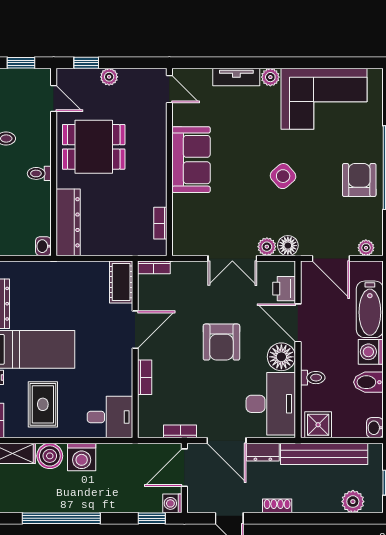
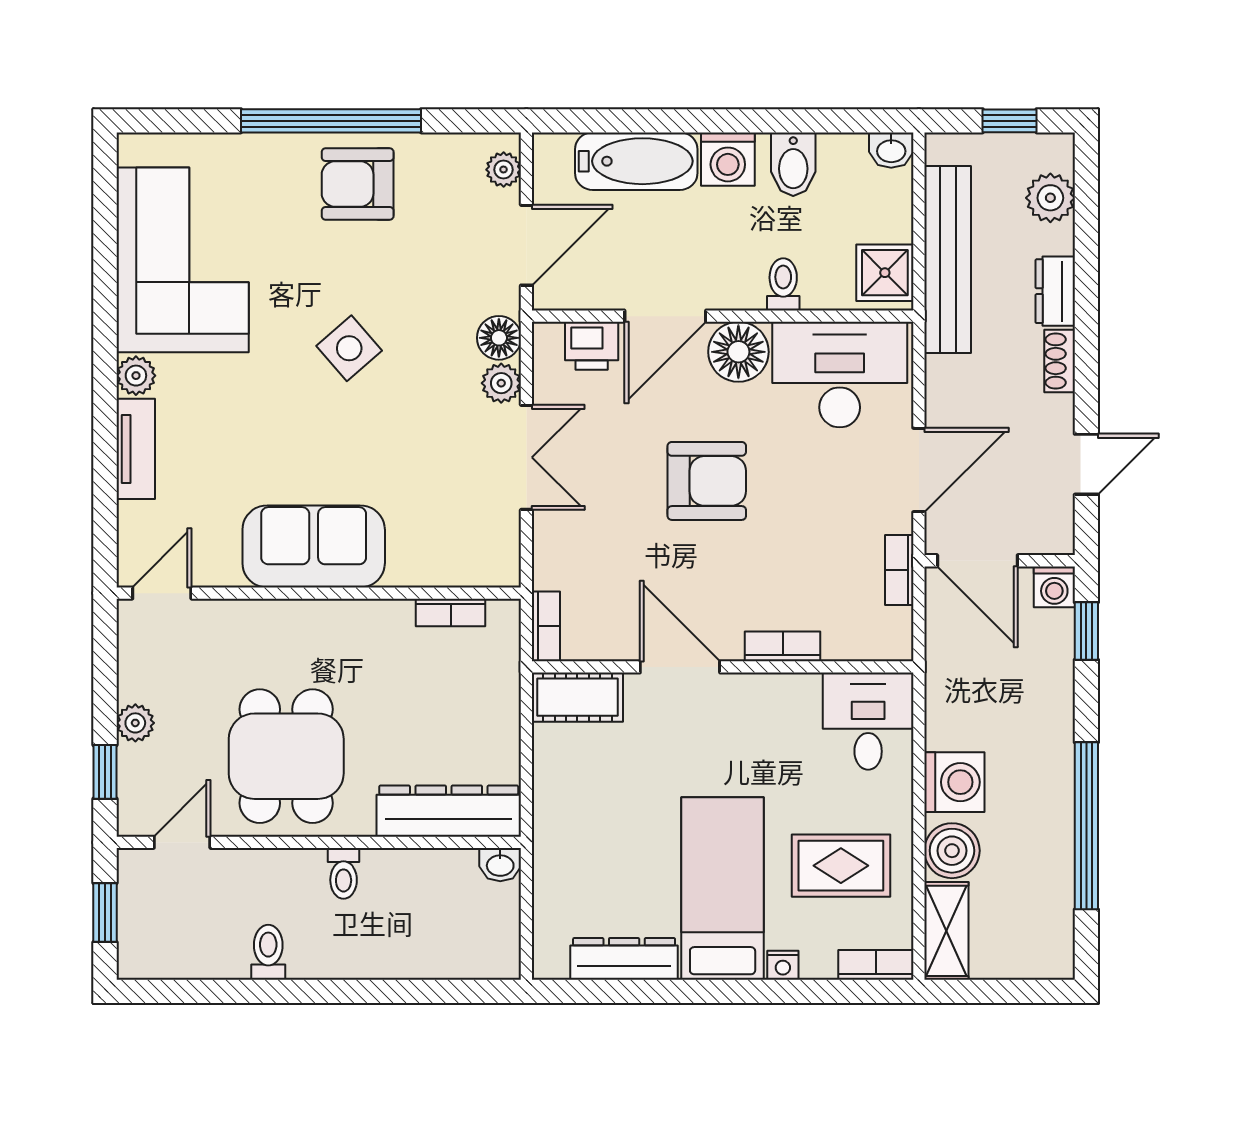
dresser: (263, 452) -> (1055, 291), moved, turned 180

